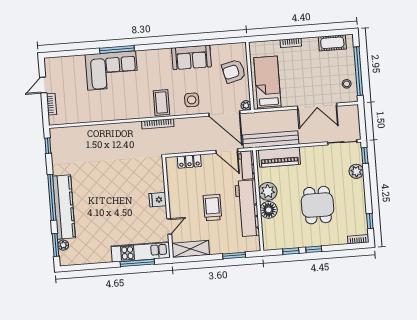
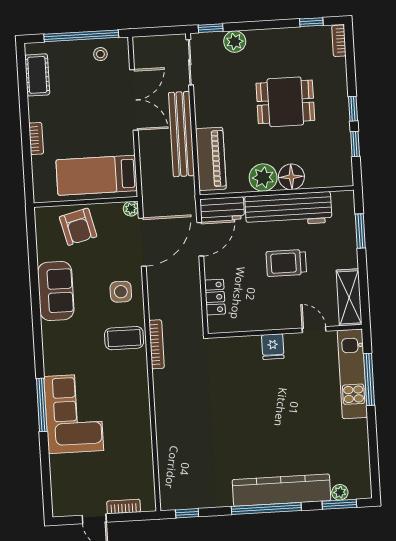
bench: (271, 140) -> (181, 134), moved

